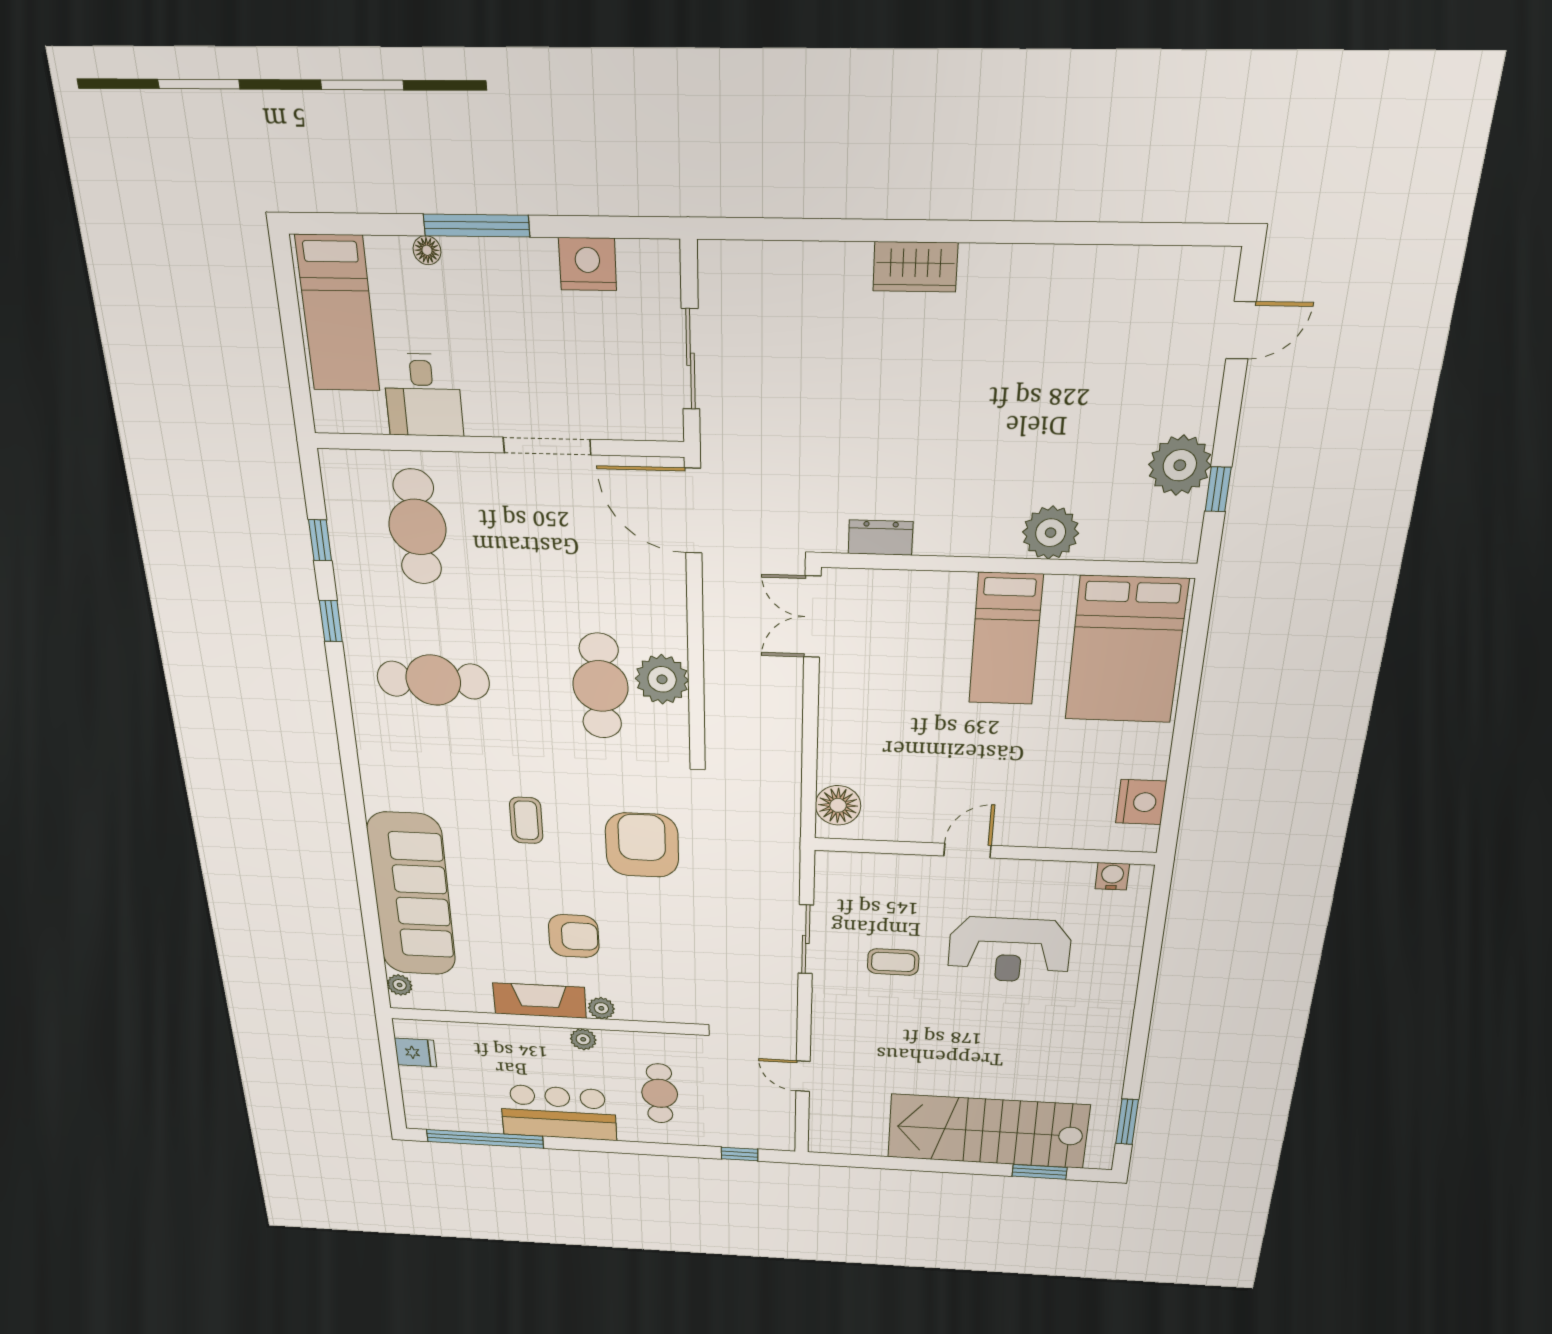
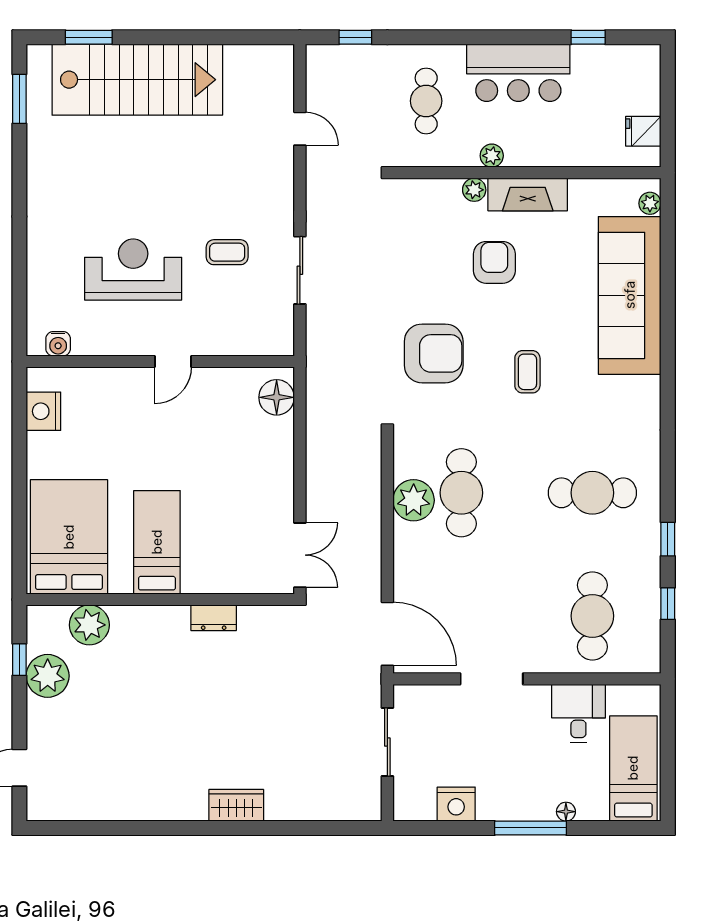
plant: (1051, 533) -> (89, 625), moved
dresser: (881, 538) -> (214, 618), moved
armchair: (642, 845) -> (434, 353), turned -90
armchair: (574, 936) -> (494, 262), turned 90
window: (485, 1139) -> (588, 37), width x0.32

